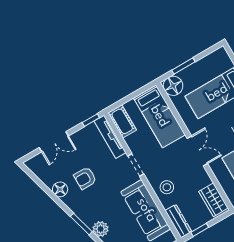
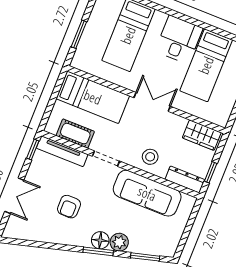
floor lamp: (173, 86) -> (84, 60), removed
cot: (122, 121) -> (75, 134), moved
floor lamp: (60, 189) -> (100, 240), moved

